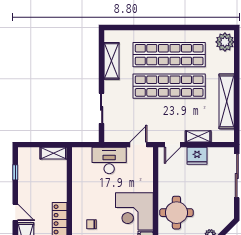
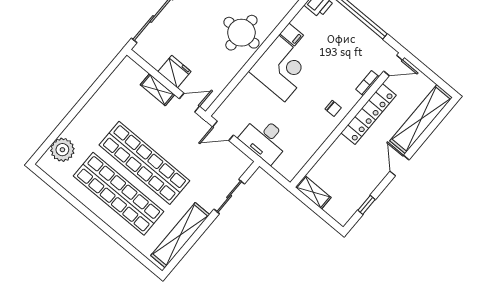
plant: (225, 42) -> (62, 150), moved
shelving: (112, 61) -> (180, 235), width x1.47
shelving: (227, 101) -> (101, 100), removed
chair: (92, 224) -> (333, 108), moved

